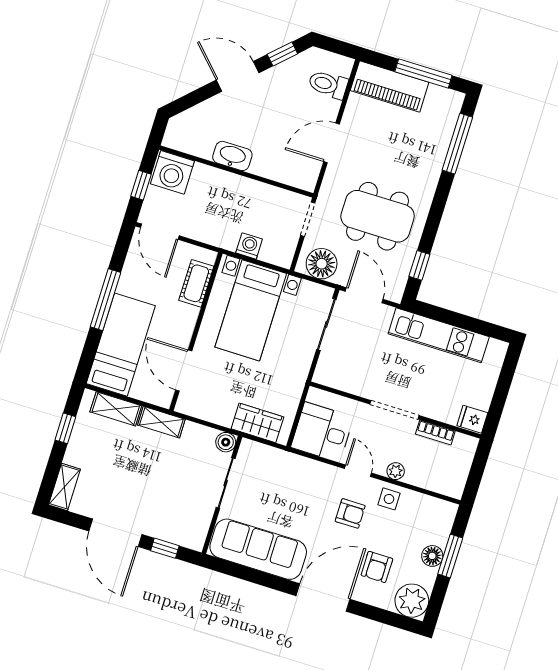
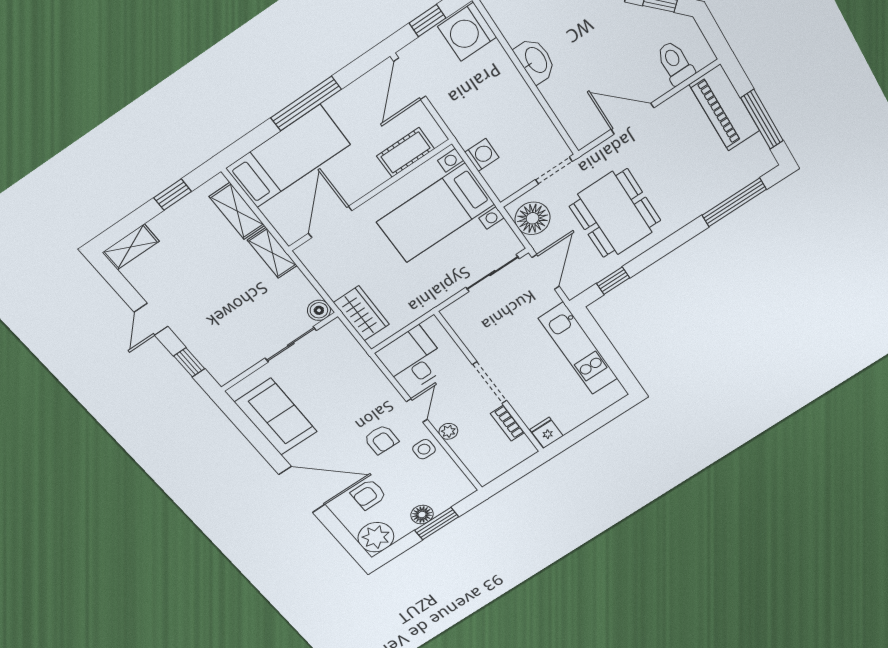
door: (115, 533) -> (151, 319), width x0.53
sofa: (258, 549) -> (276, 417), width x0.73

